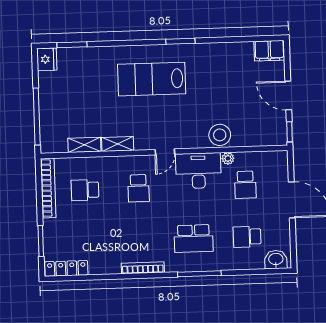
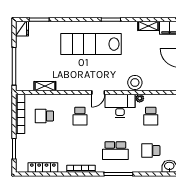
lab bench: (152, 79) -> (91, 44), width x1.36
shelving: (118, 144) -> (148, 26), moved
locker: (66, 268) -> (43, 168), moved

